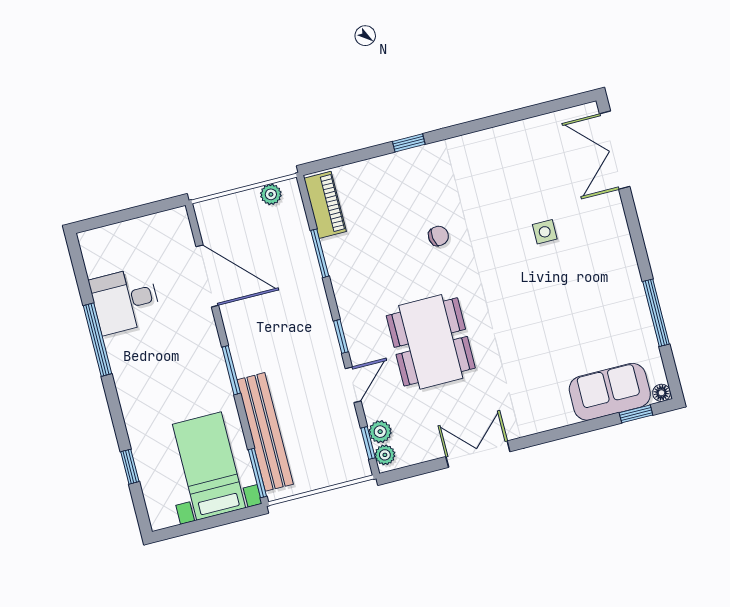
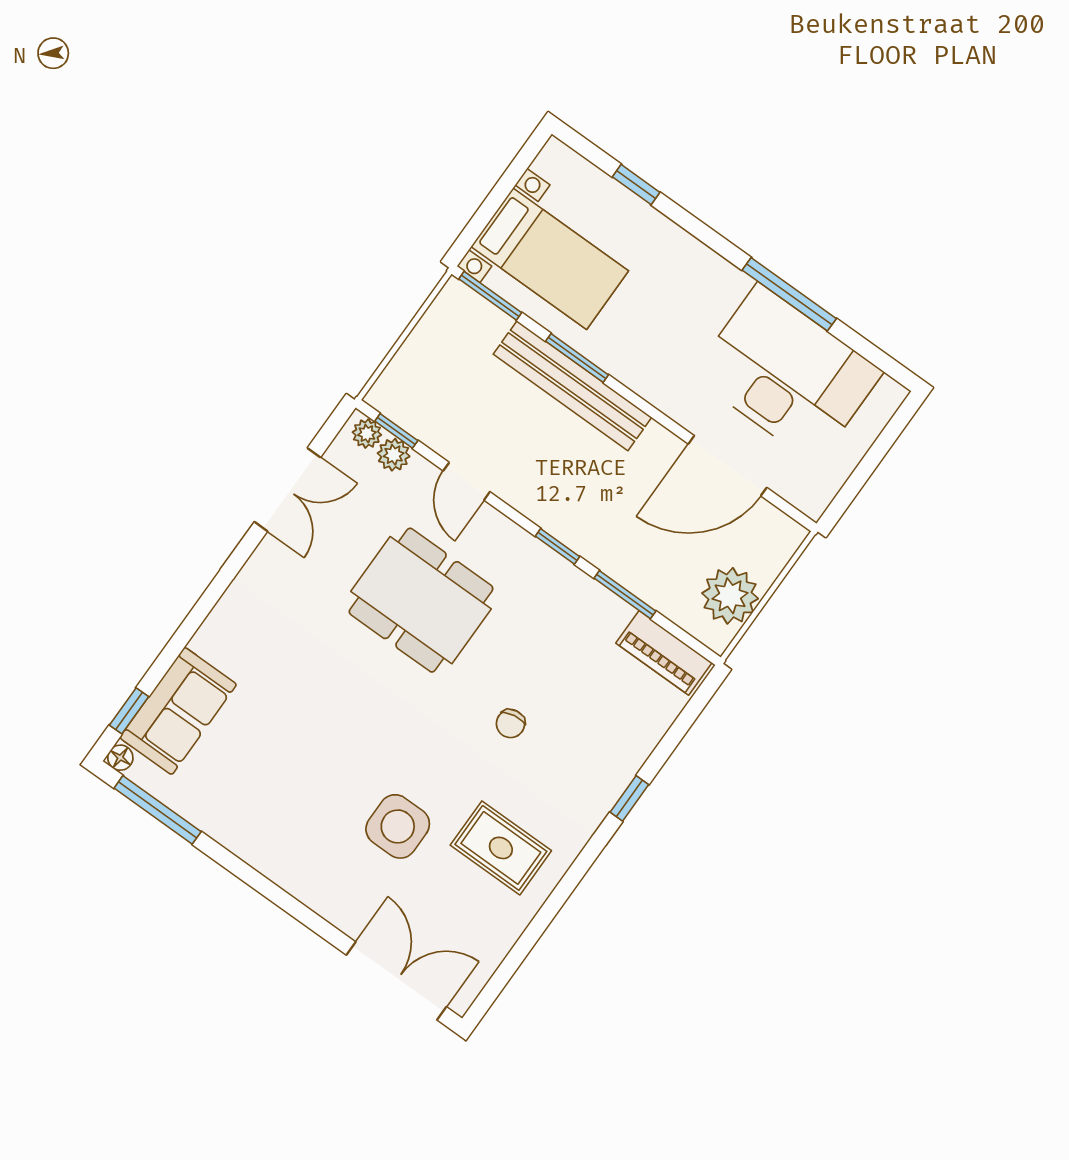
rug: (499, 174) -> (501, 848), added
plant: (271, 194) -> (730, 596), width x1.87, depth x1.87
side table: (545, 232) -> (398, 826), width x1.87, depth x1.87
desk: (125, 301) -> (787, 374), width x1.87, depth x1.30
window: (656, 313) -> (158, 810), moved
window: (341, 336) -> (557, 546), moved
window: (231, 370) -> (577, 358), moved
bench: (265, 432) -> (573, 386), moved
double door: (478, 454) -> (287, 490), moved

